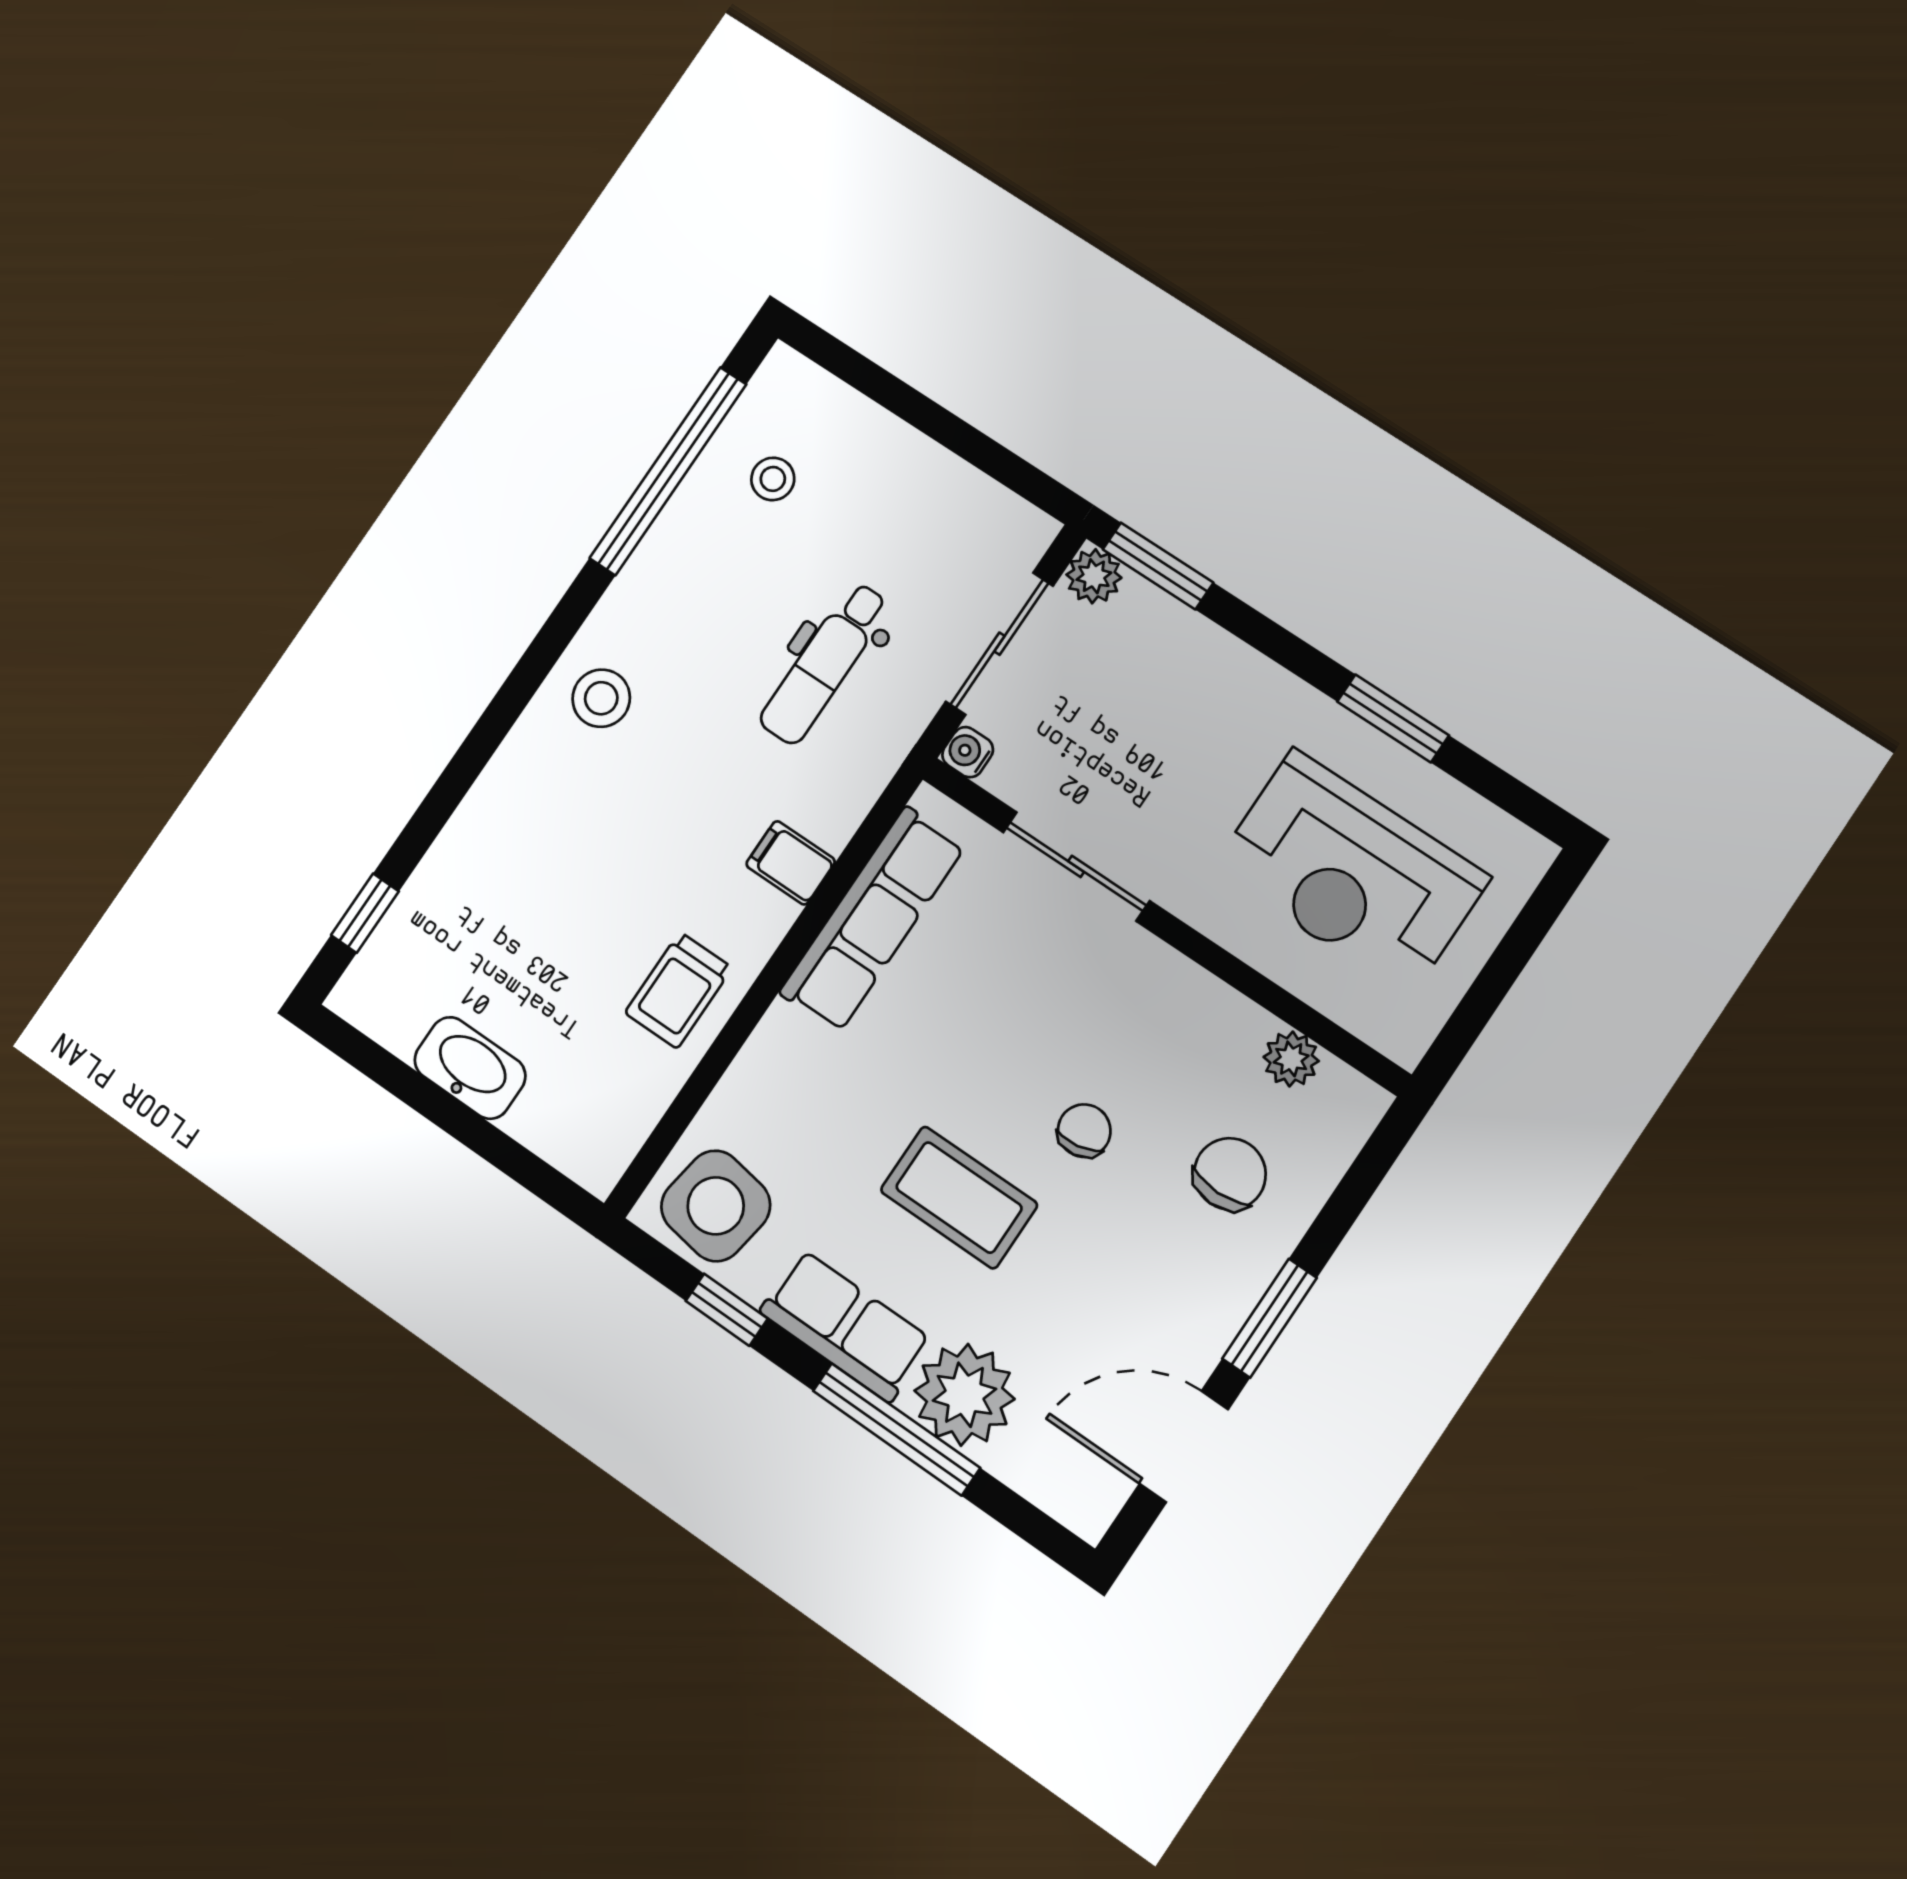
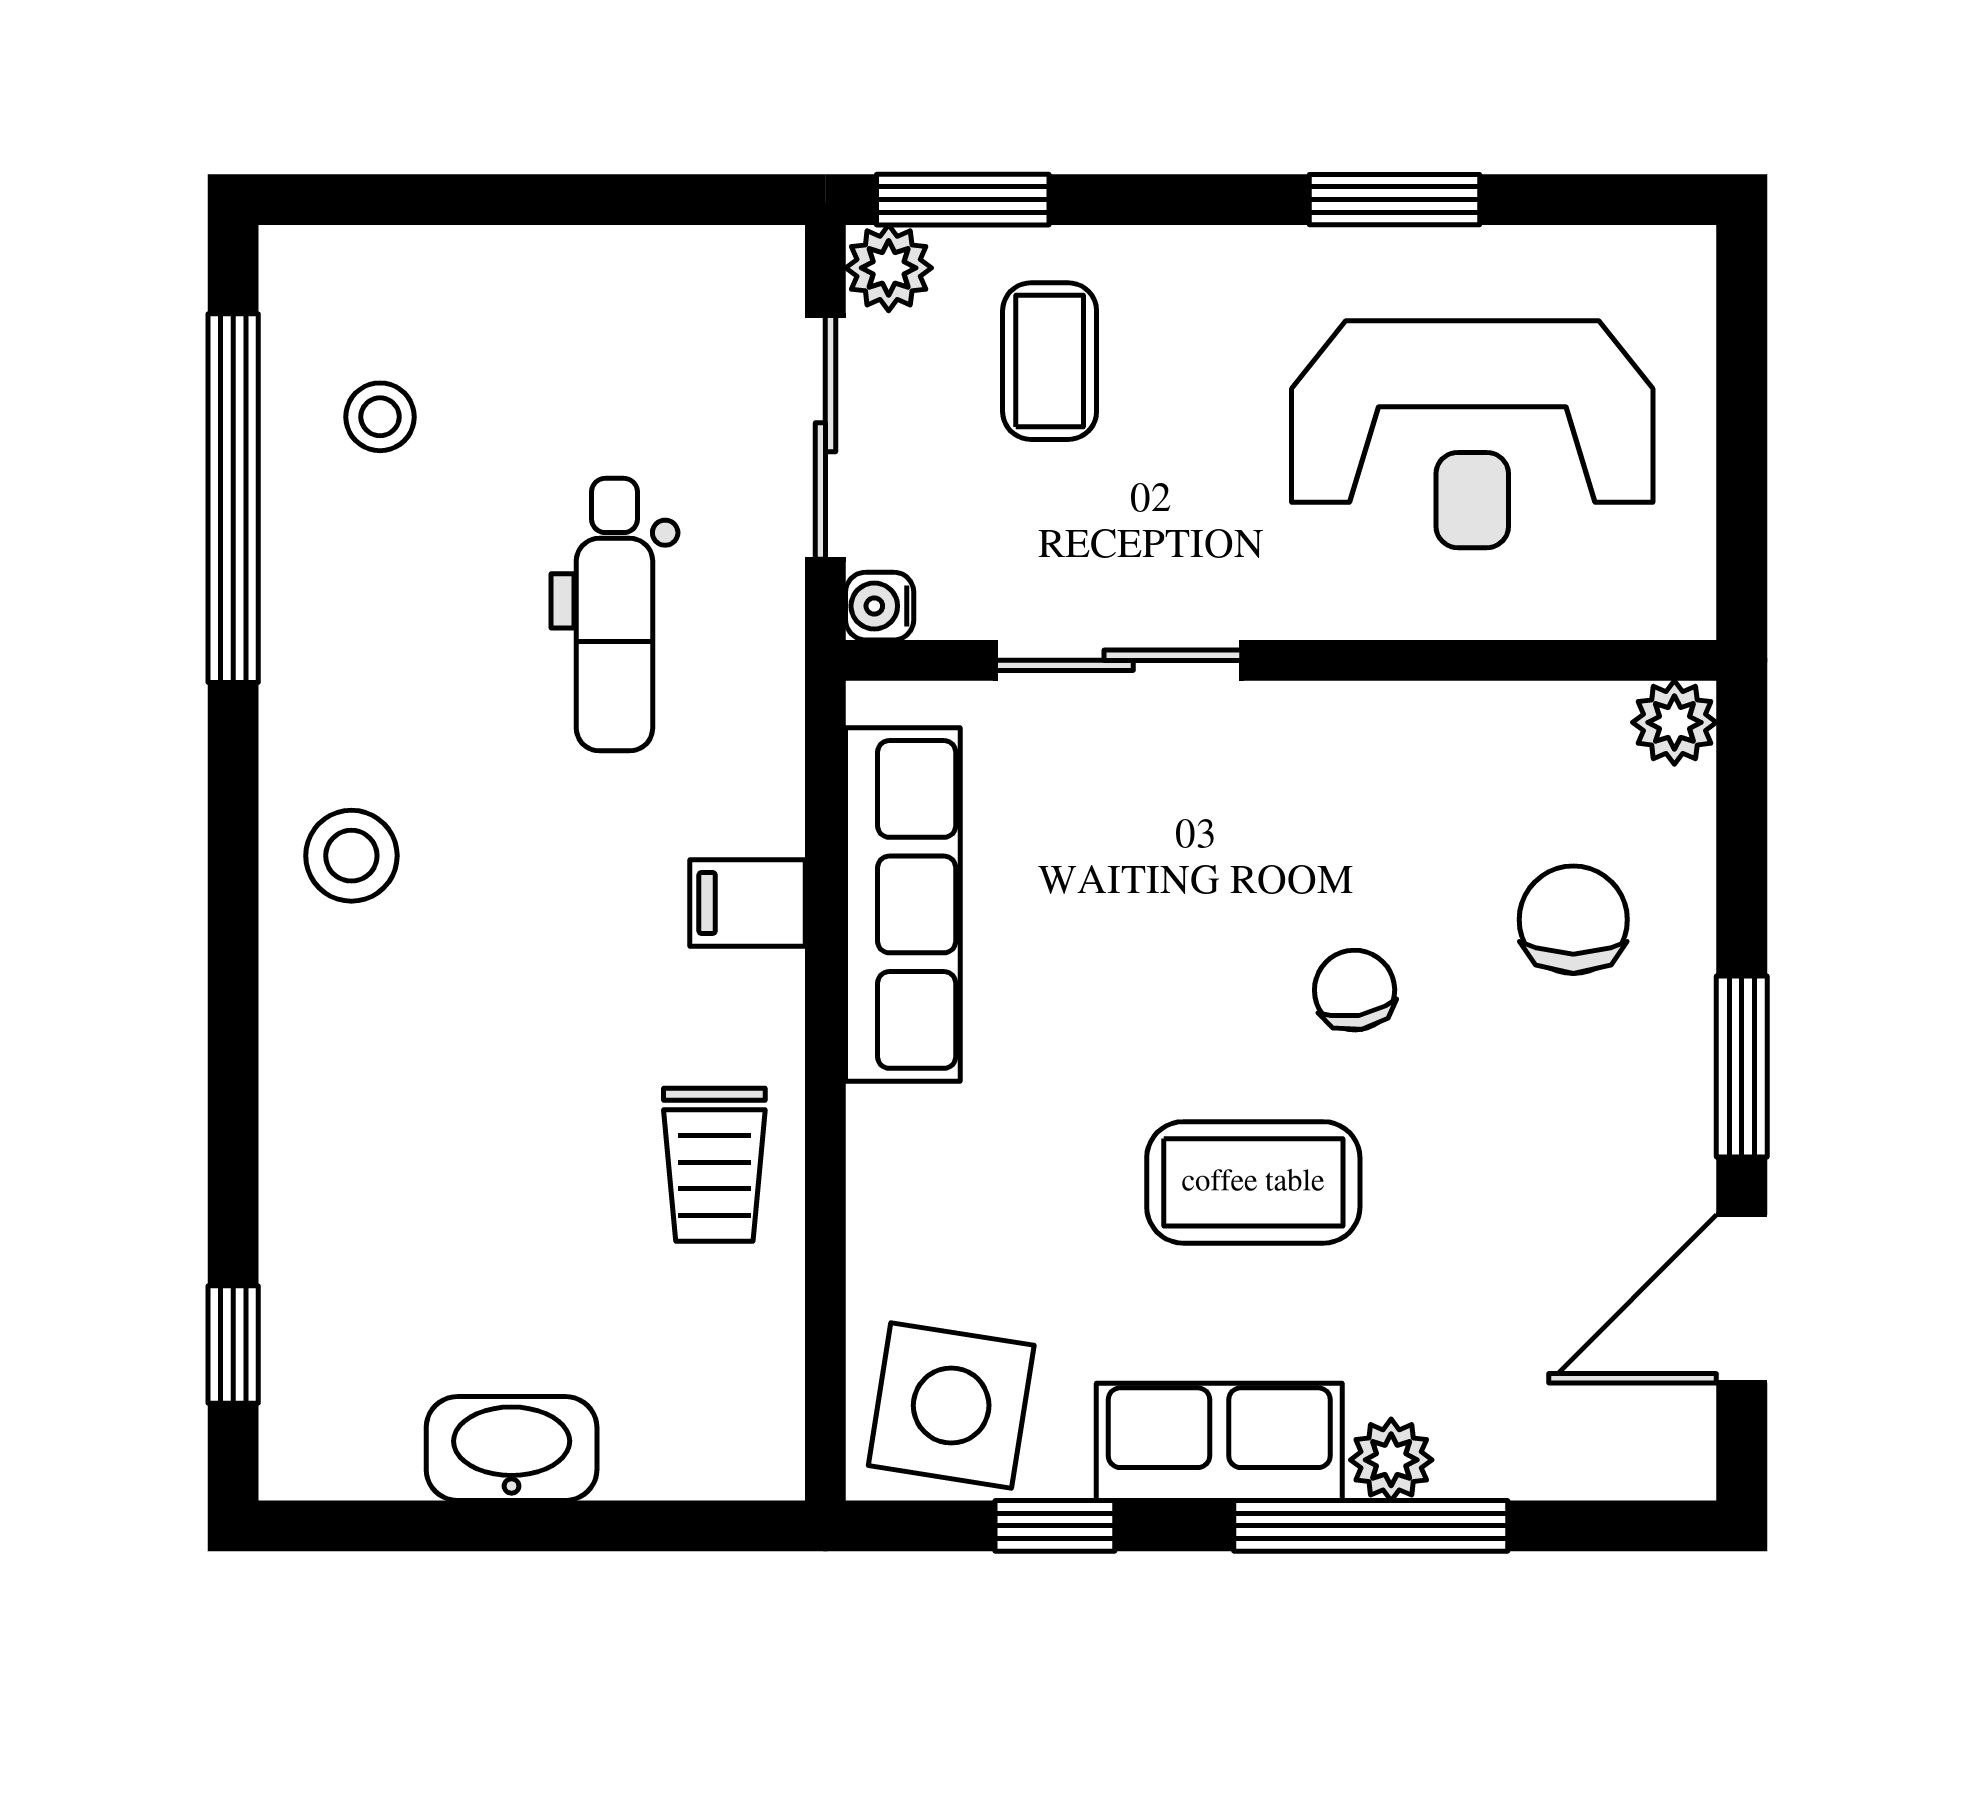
coffee table: (1147, 682) -> (1050, 361), added
plant: (1291, 1059) -> (1674, 722), moved
plant: (965, 1395) -> (1391, 1460), width x0.53, depth x0.53

